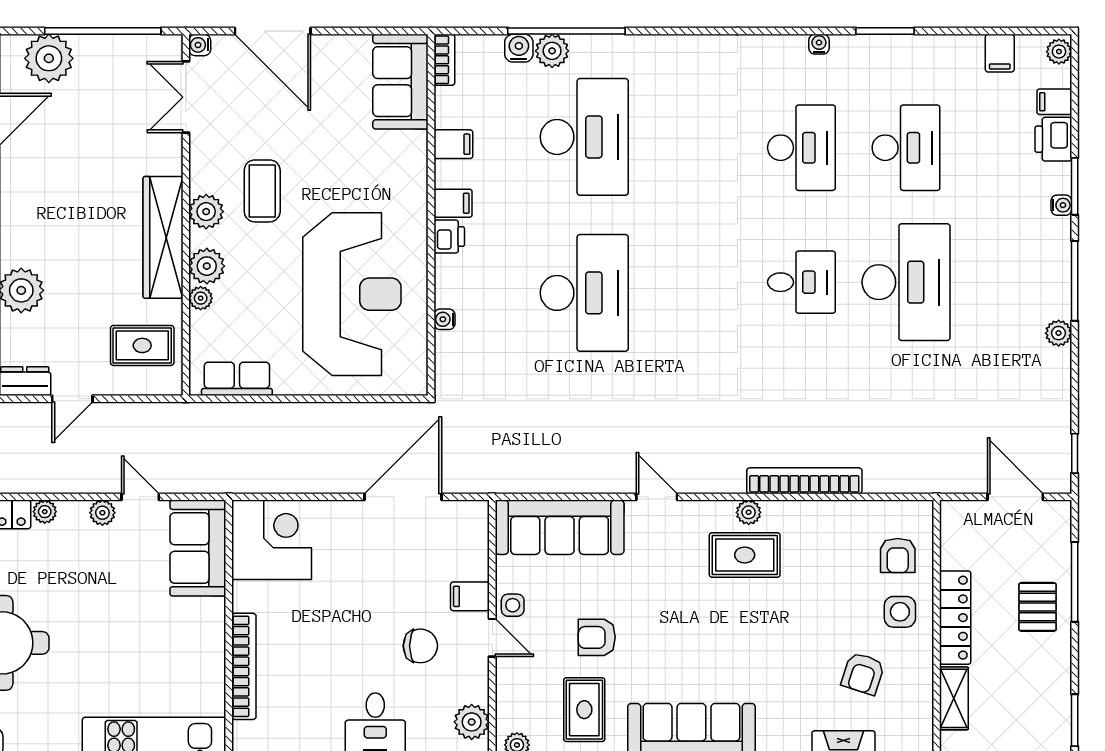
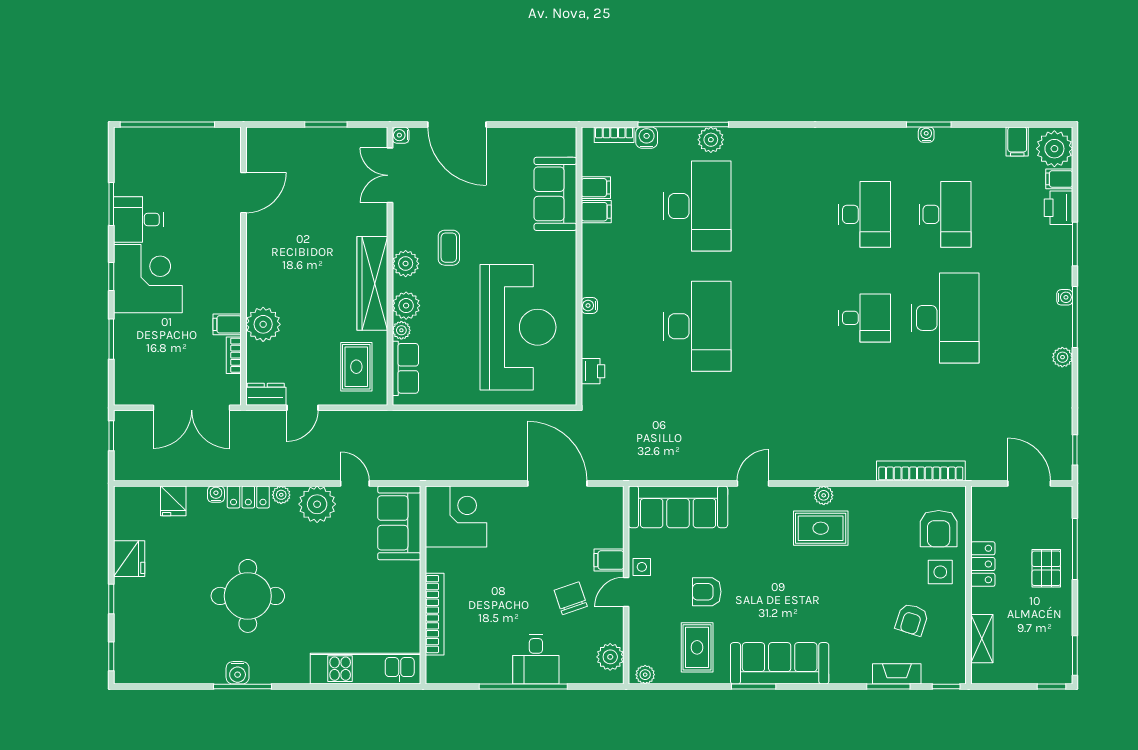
window: (103, 31) -> (326, 124), width x0.47
water cooler: (819, 44) -> (926, 135), moved
plant: (552, 51) -> (711, 140), moved
plant: (1059, 52) -> (1054, 149), width x1.87, depth x1.87
plant: (49, 58) -> (284, 145), removed
bookcase: (444, 60) -> (614, 135), moved, turned 90
sofa: (400, 82) -> (555, 194), moved
coffee table: (262, 191) -> (449, 248), width x0.73, depth x0.77
filing cabinet: (453, 203) -> (596, 188), moved
water cooler: (1061, 205) -> (1065, 297), moved
printer: (449, 236) -> (593, 371), moved
water cooler: (444, 319) -> (589, 305), moved
rug: (142, 345) -> (356, 367), turned 90
row of seats: (237, 379) -> (405, 368), moved, turned 90
bookcase: (804, 481) -> (921, 471), moved
door: (403, 497) -> (557, 483), hinge flipped
door: (657, 497) -> (753, 483), hinge flipped
plant: (102, 513) -> (317, 504), width x1.87, depth x1.87
armchair: (898, 555) -> (939, 529), width x1.38, depth x1.38
locker: (955, 618) -> (983, 564), width x0.66
door: (492, 638) -> (626, 592), swing flipped
chair: (420, 646) -> (571, 598), turned -109

